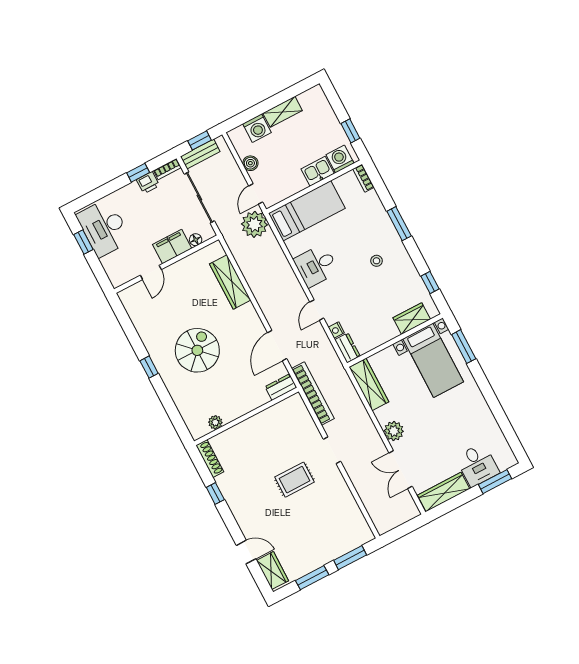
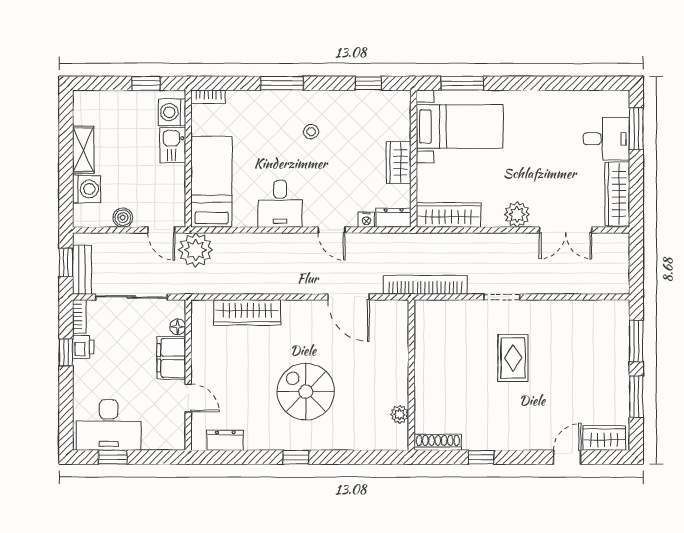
wardrobe: (412, 319) -> (399, 163), moved
dresser: (281, 387) -> (225, 440), moved, turned 90

